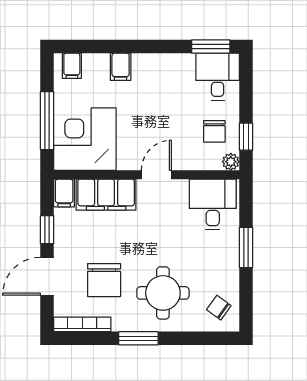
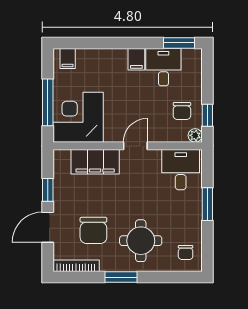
filing cabinet: (121, 67) -> (136, 59), moved
desk: (218, 77) -> (163, 67), moved
filing cabinet: (64, 193) -> (61, 160), removed
chair: (219, 308) -> (186, 252), turned -126

